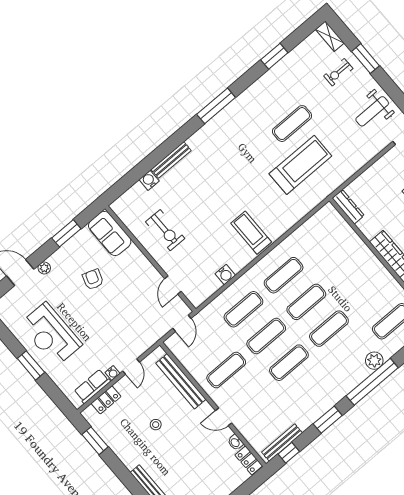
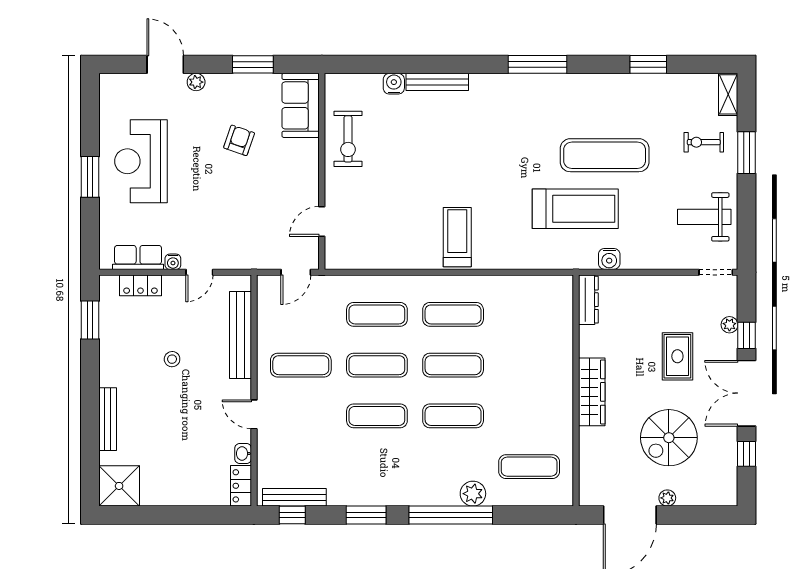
exercise mat: (292, 124) -> (605, 155), width x1.36, depth x1.45
exercise bike: (165, 230) -> (348, 139), moved
water cooler: (225, 274) -> (609, 259), moved

